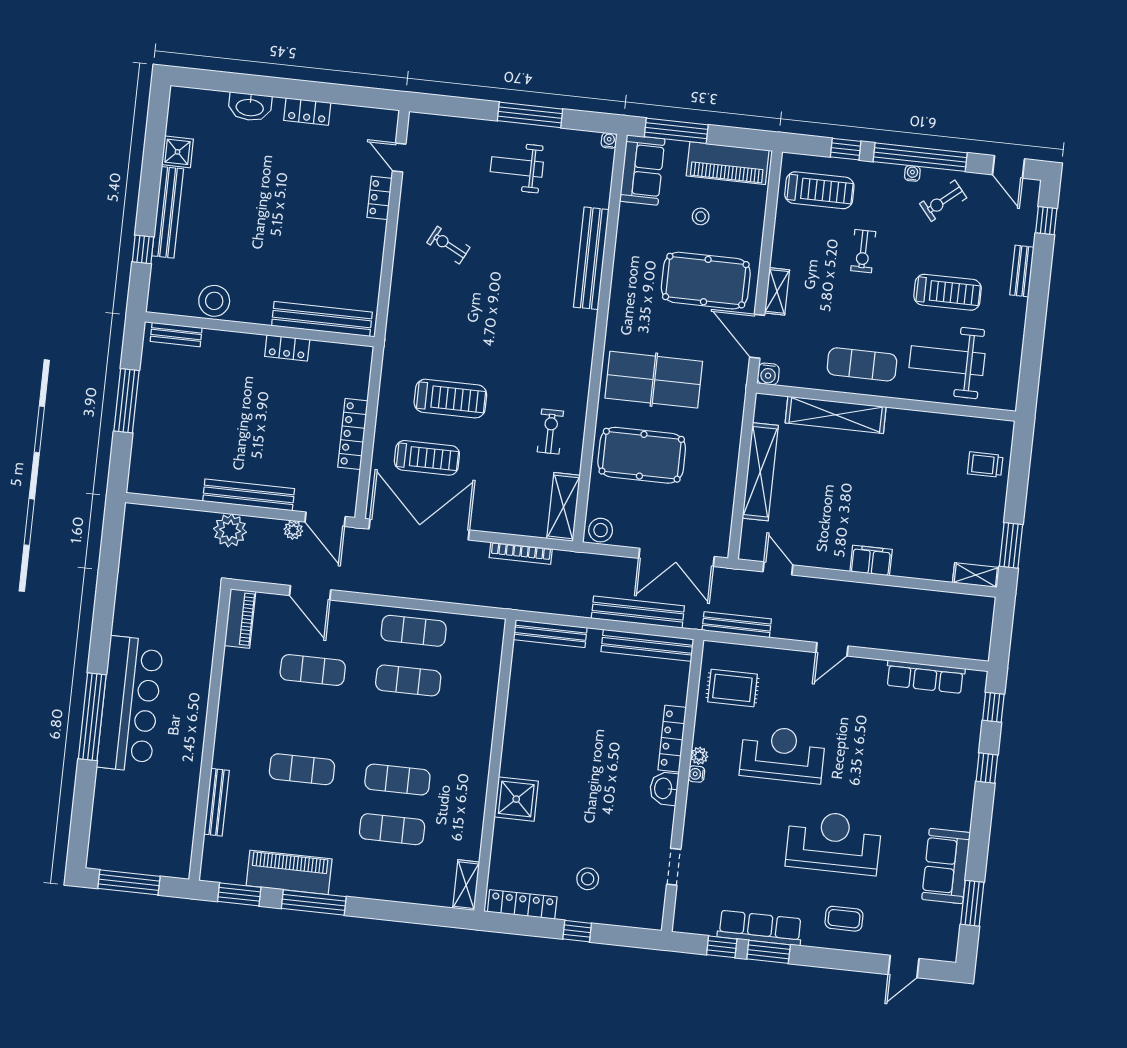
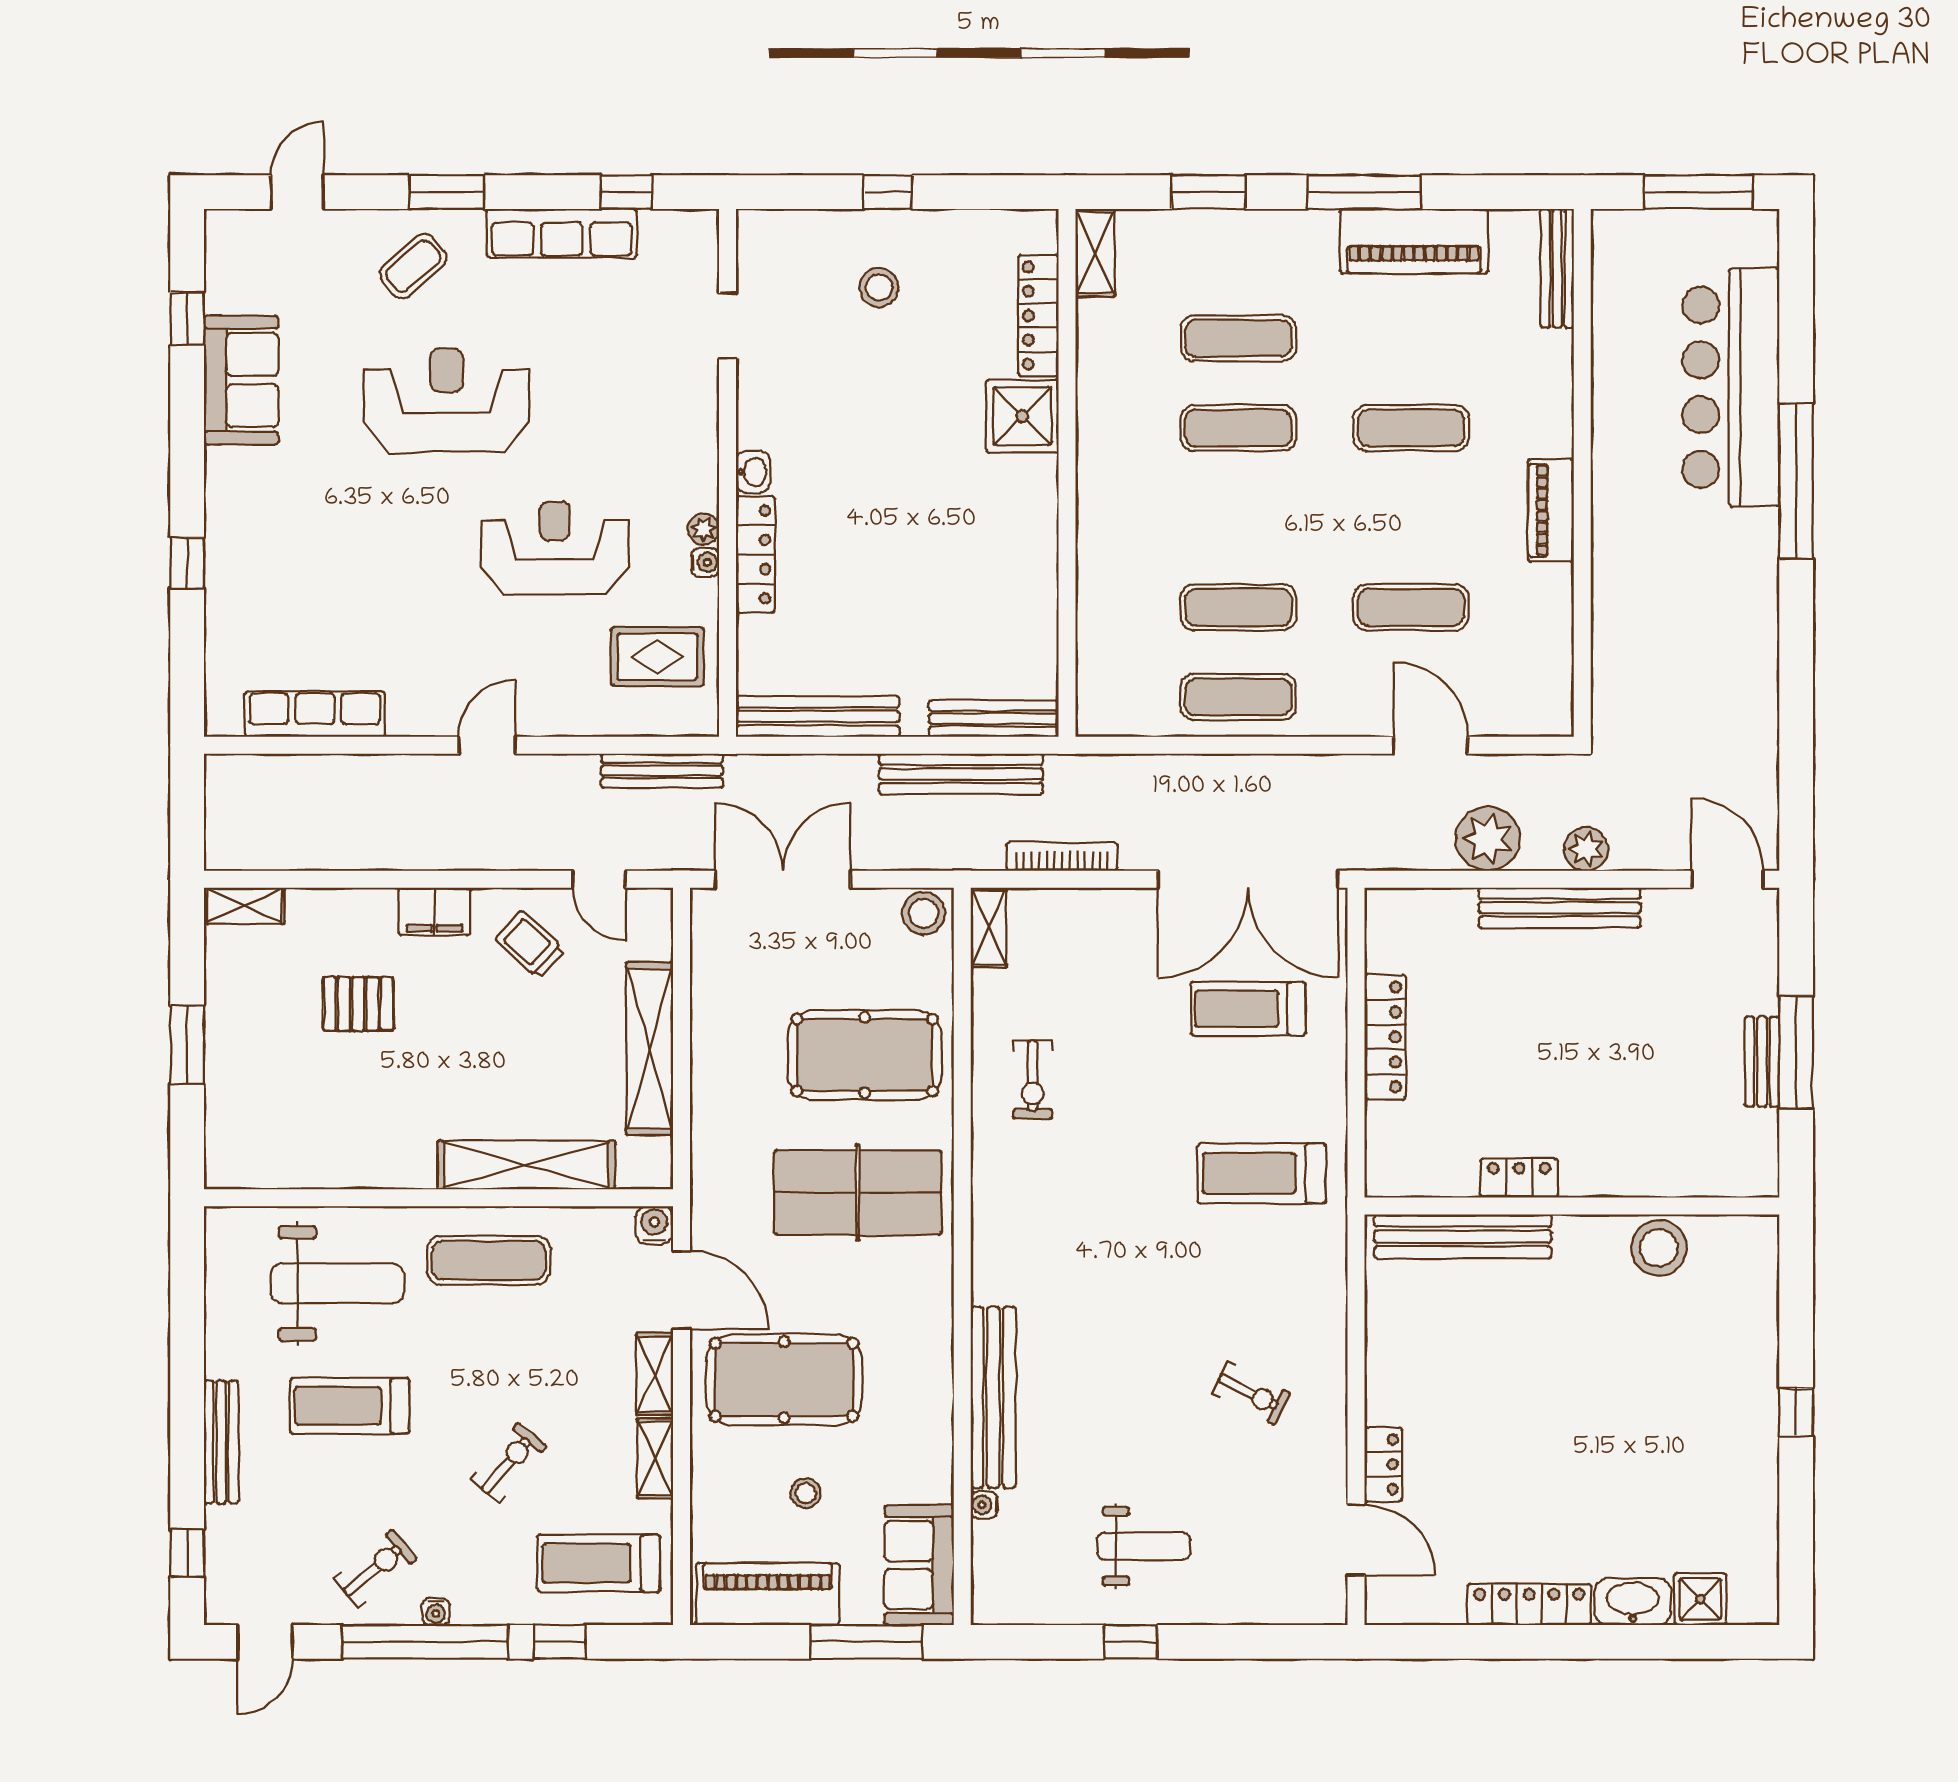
locker: (307, 112) -> (1529, 1604), width x1.53
window: (530, 115) -> (1131, 1642), width x0.46
water cooler: (609, 140) -> (984, 1505), moved, turned 90
shower: (177, 152) -> (1700, 1599), moved
door: (399, 158) -> (1356, 1540), width x1.38
door: (1008, 167) -> (265, 1642), swing flipped
bench: (168, 212) -> (1759, 1397), removed
shelving: (782, 245) -> (655, 1458), added
window: (143, 249) -> (1796, 1412), moved
exercise bike: (863, 251) -> (509, 1463), turned 40
bench: (1022, 271) -> (221, 1442), width x1.36
bench: (176, 335) -> (1762, 1062), moved, turned 90
treadmill: (450, 399) -> (1262, 1173), moved
trolley: (985, 465) -> (530, 945), moved, turned -138
shelving: (563, 507) -> (989, 927), width x0.67, depth x0.75
pallet: (919, 514) -> (358, 1004), added
door: (325, 519) -> (1727, 879), moved
plant: (230, 530) -> (1586, 849), width x0.73, depth x0.73
plant: (293, 530) -> (1488, 839), width x1.88, depth x1.88
window: (1011, 545) -> (187, 1045), moved
bench: (638, 612) -> (961, 774), moved
piano: (240, 618) -> (1551, 510), moved
bar counter: (130, 704) -> (1731, 387), moved
window: (993, 707) -> (187, 673), removed
reception desk: (783, 754) -> (555, 548), turned 180
water cooler: (696, 774) -> (705, 562), moved
washbasin: (664, 788) -> (753, 472), width x0.72, depth x0.69
bench: (216, 802) -> (1557, 268), moved
reception desk: (834, 842) -> (447, 400), turned 180
window: (239, 894) -> (1209, 192), moved
window: (972, 903) -> (187, 319), width x0.67
locker: (522, 904) -> (1038, 316), moved, turned 90
coffee table: (844, 919) -> (413, 266), turned -41
window: (769, 952) -> (447, 192), moved

